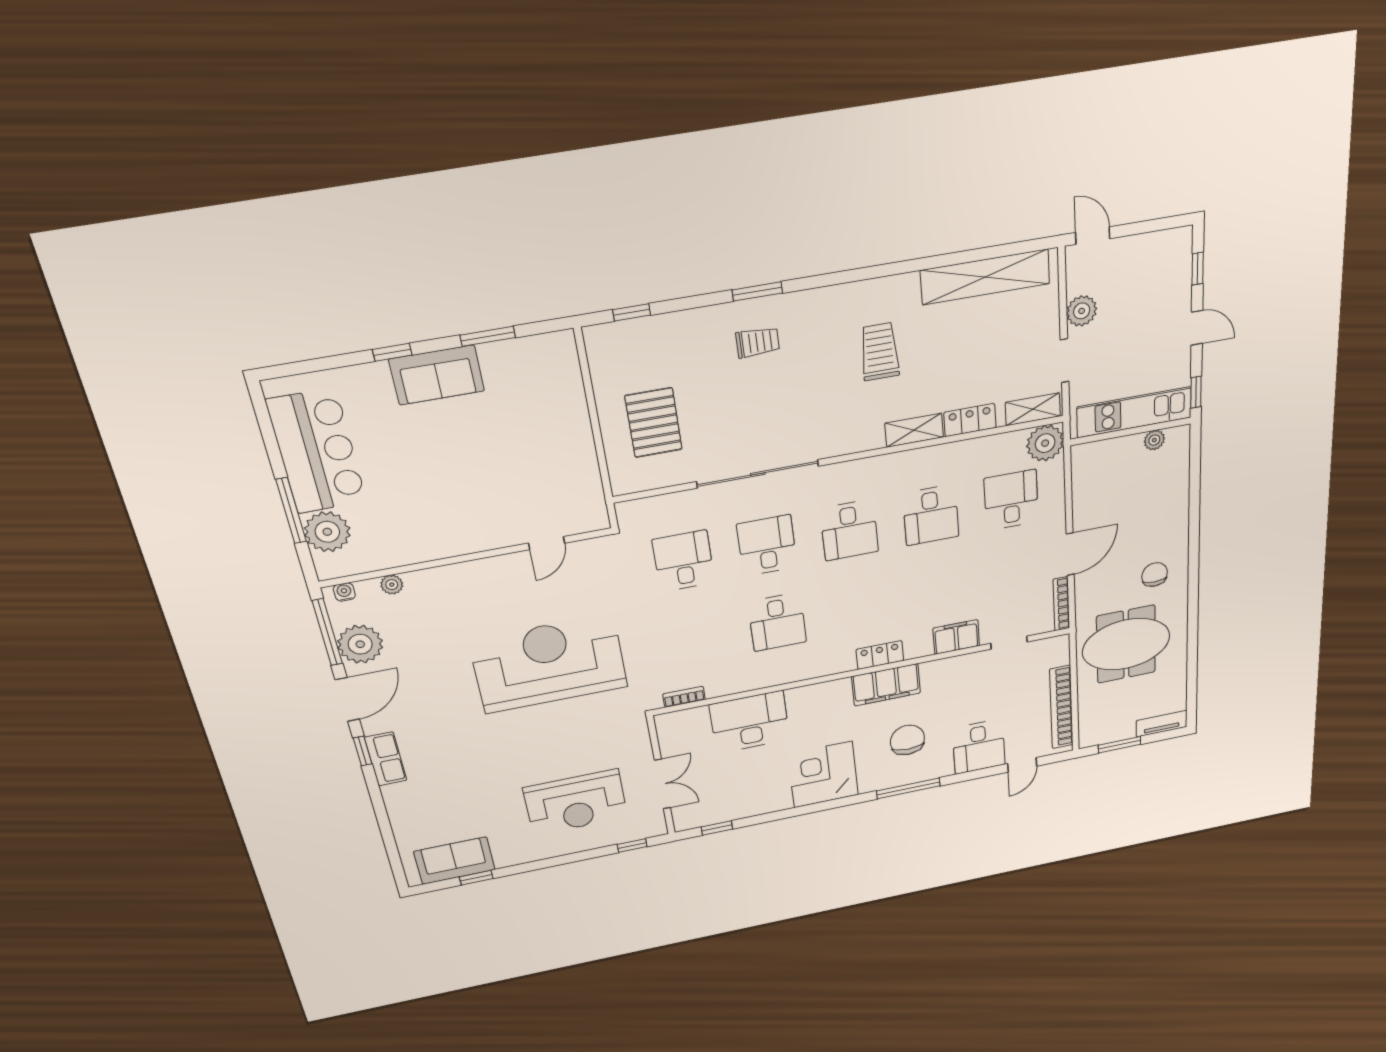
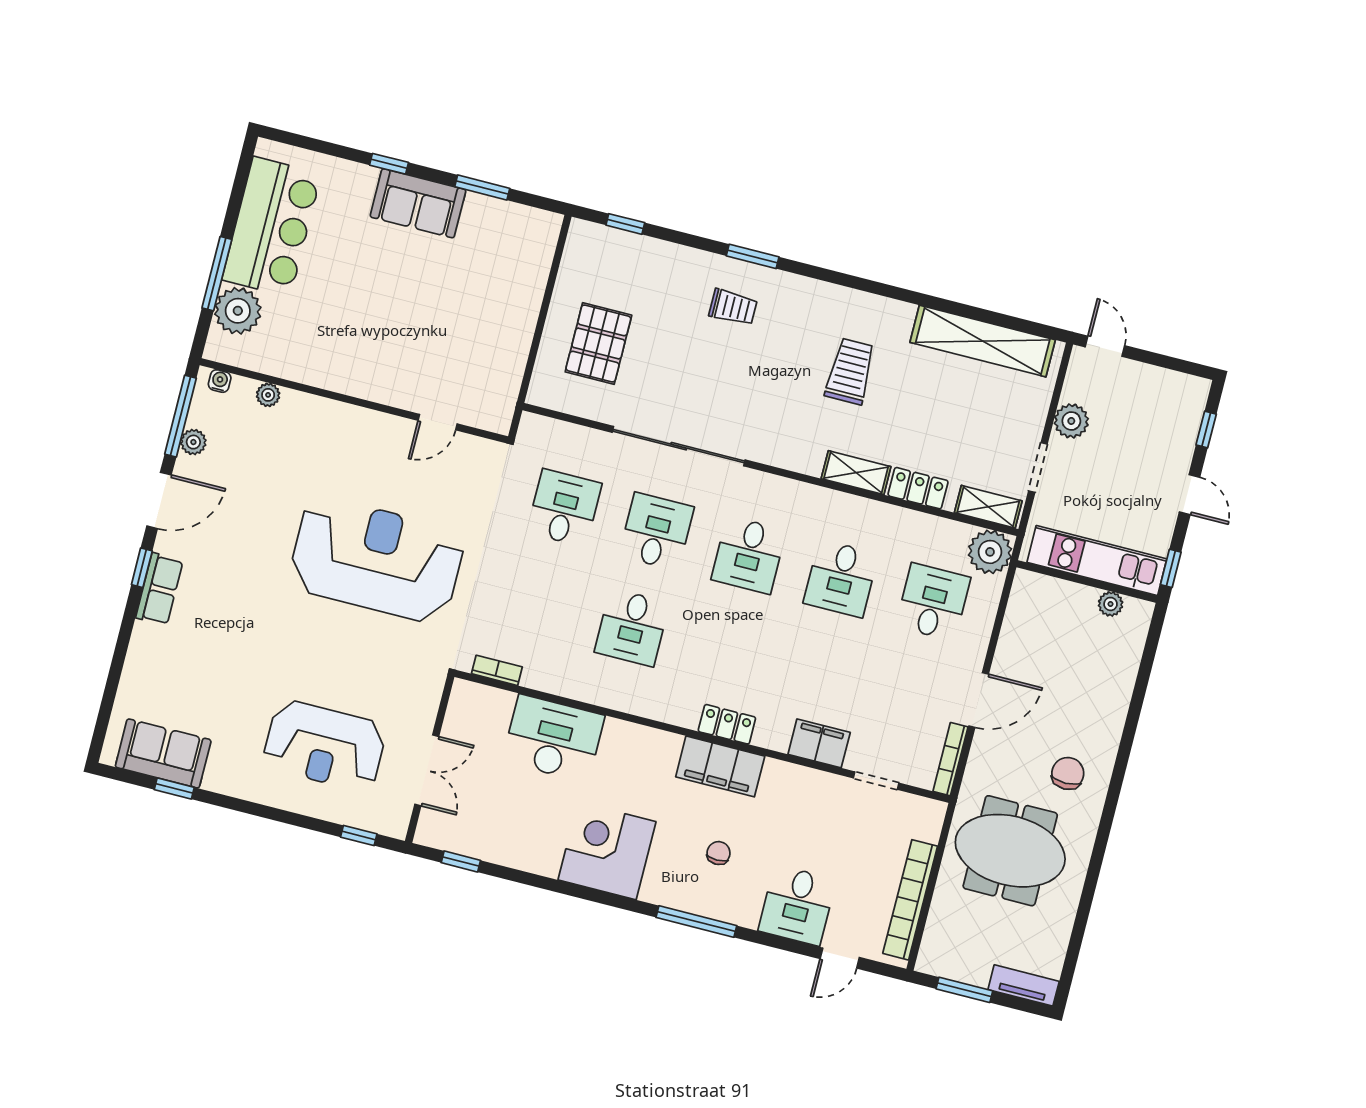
plant: (360, 644) -> (193, 442), width x0.53, depth x0.53
chair: (907, 740) -> (719, 853), width x0.54, depth x0.54

